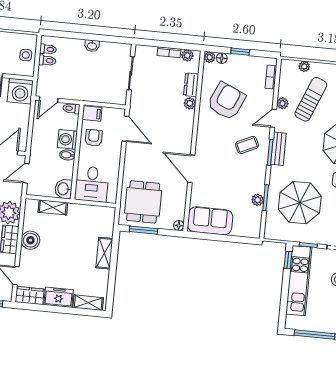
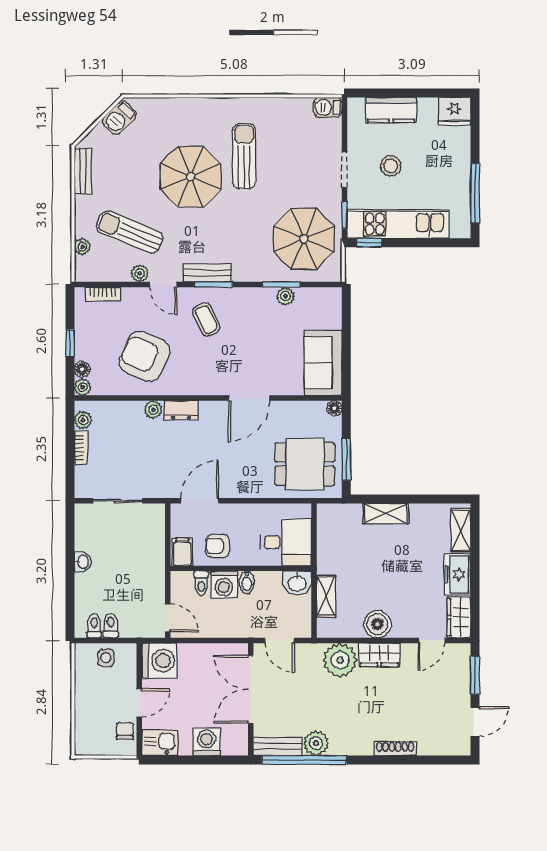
dresser: (191, 85) -> (181, 410), moved
toilet: (71, 108) -> (201, 583), moved
parasol: (300, 203) -> (304, 239), moved

